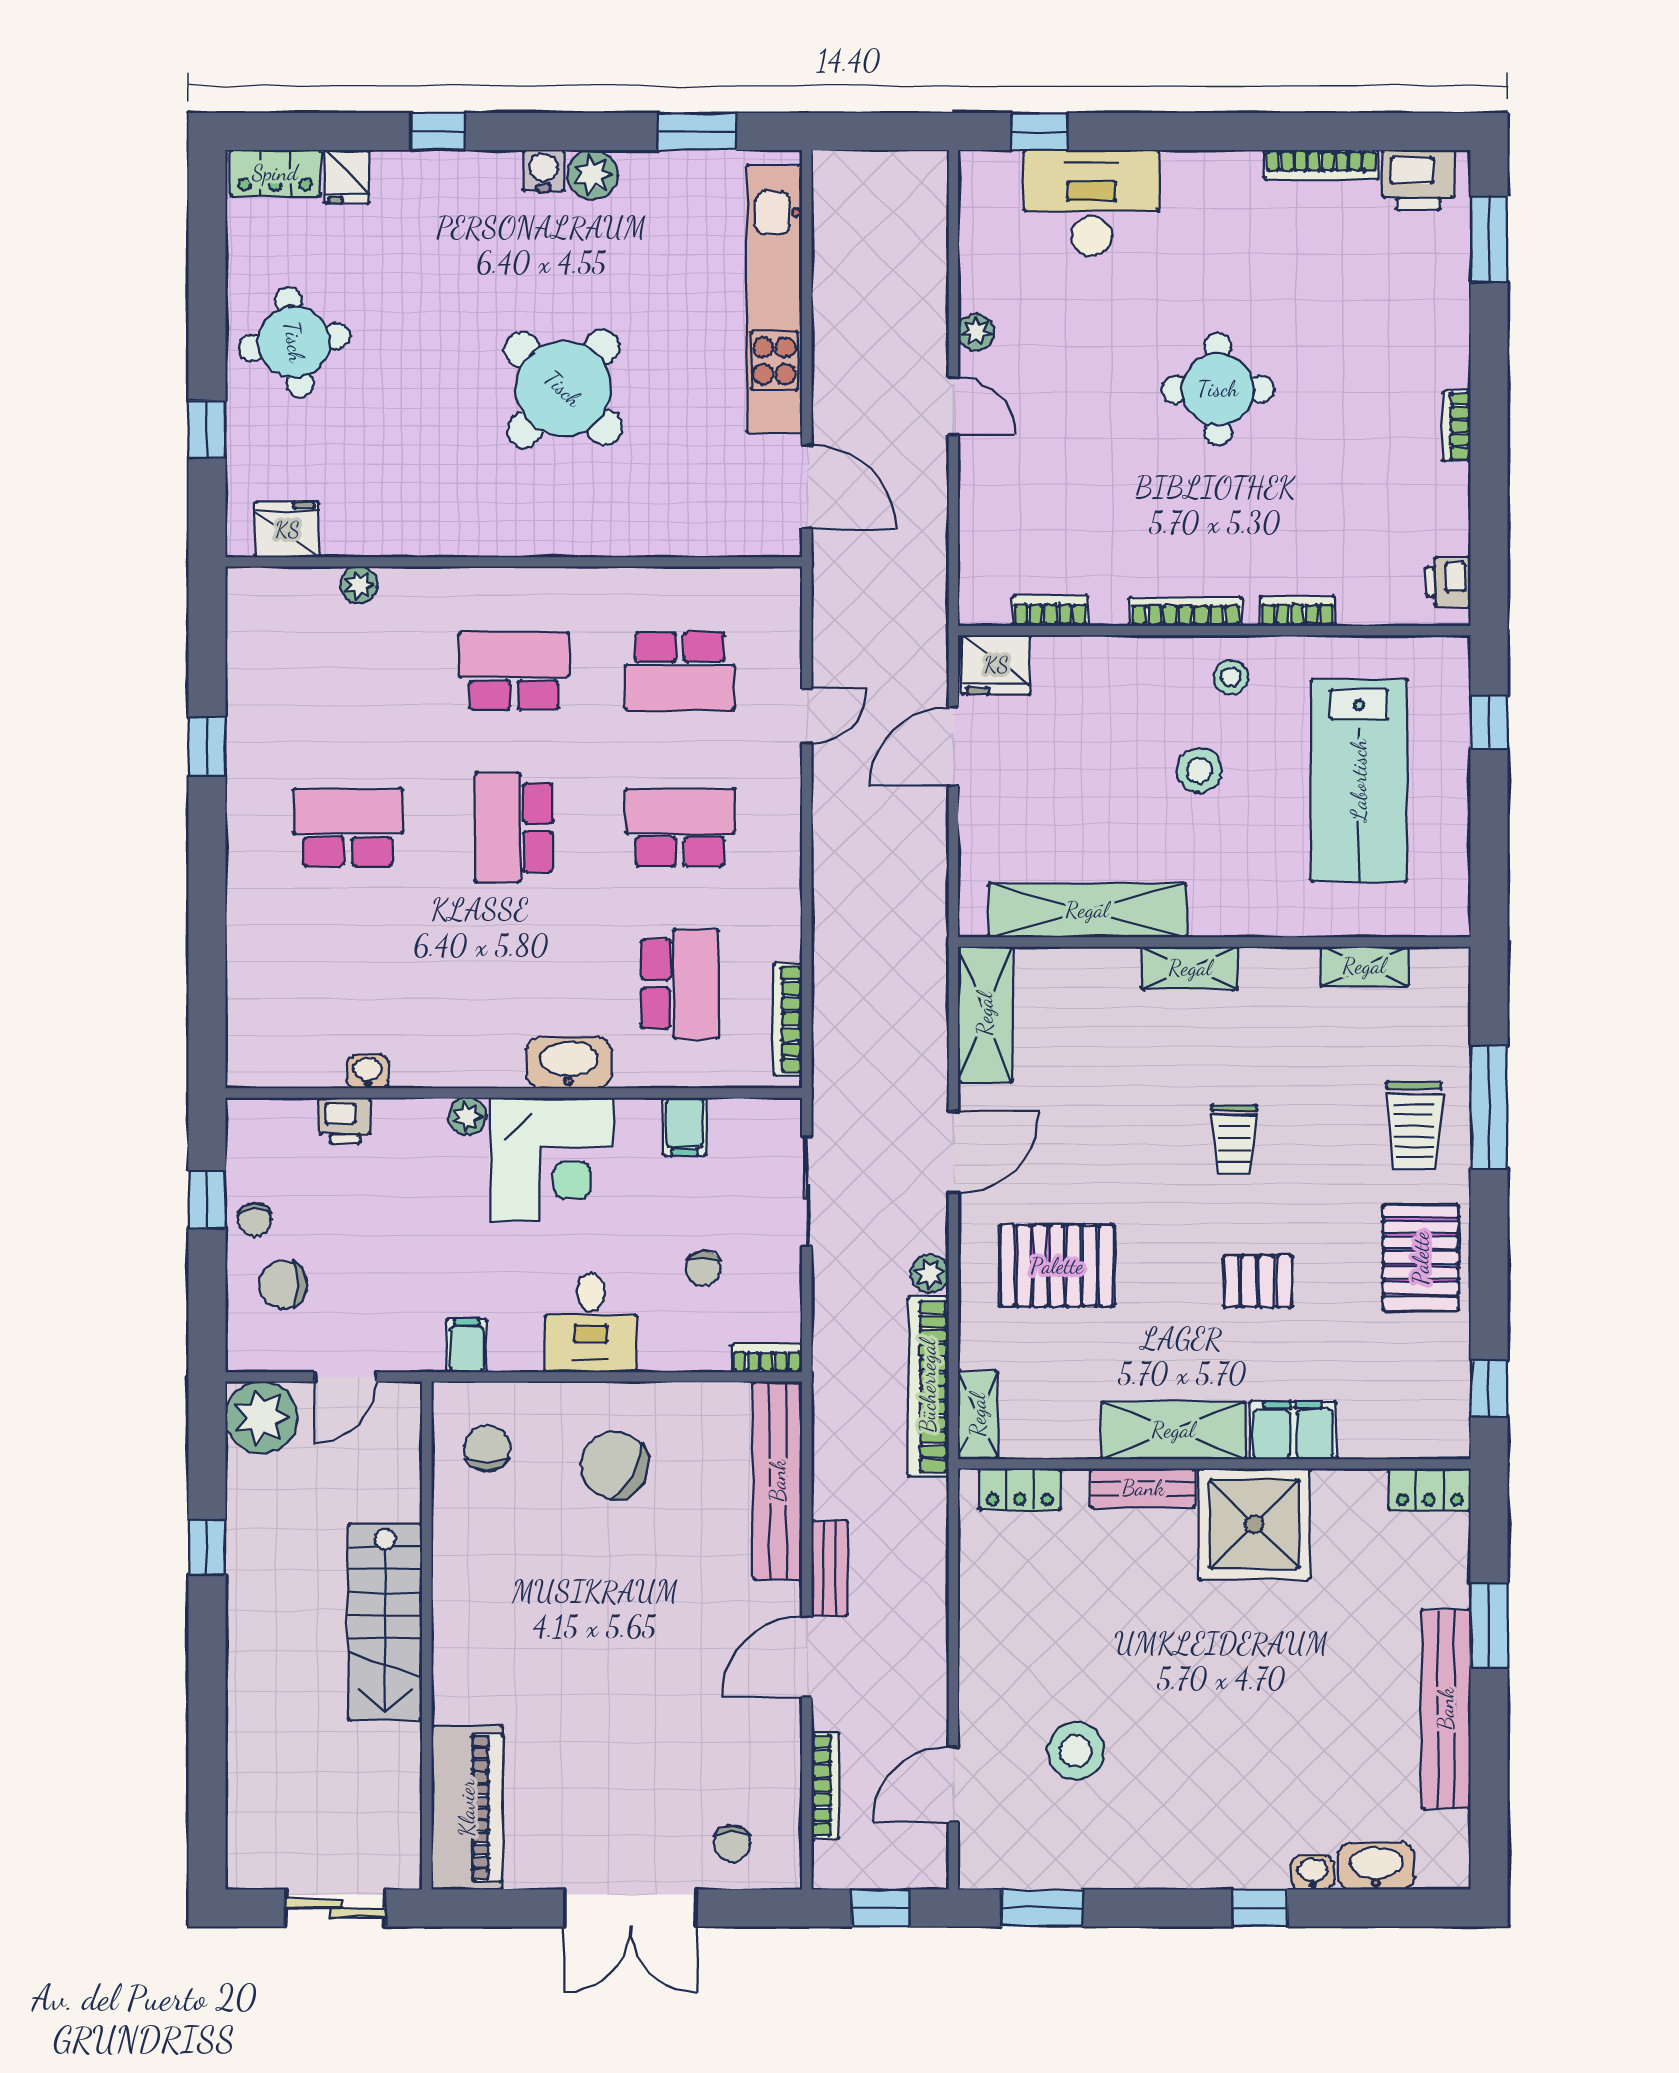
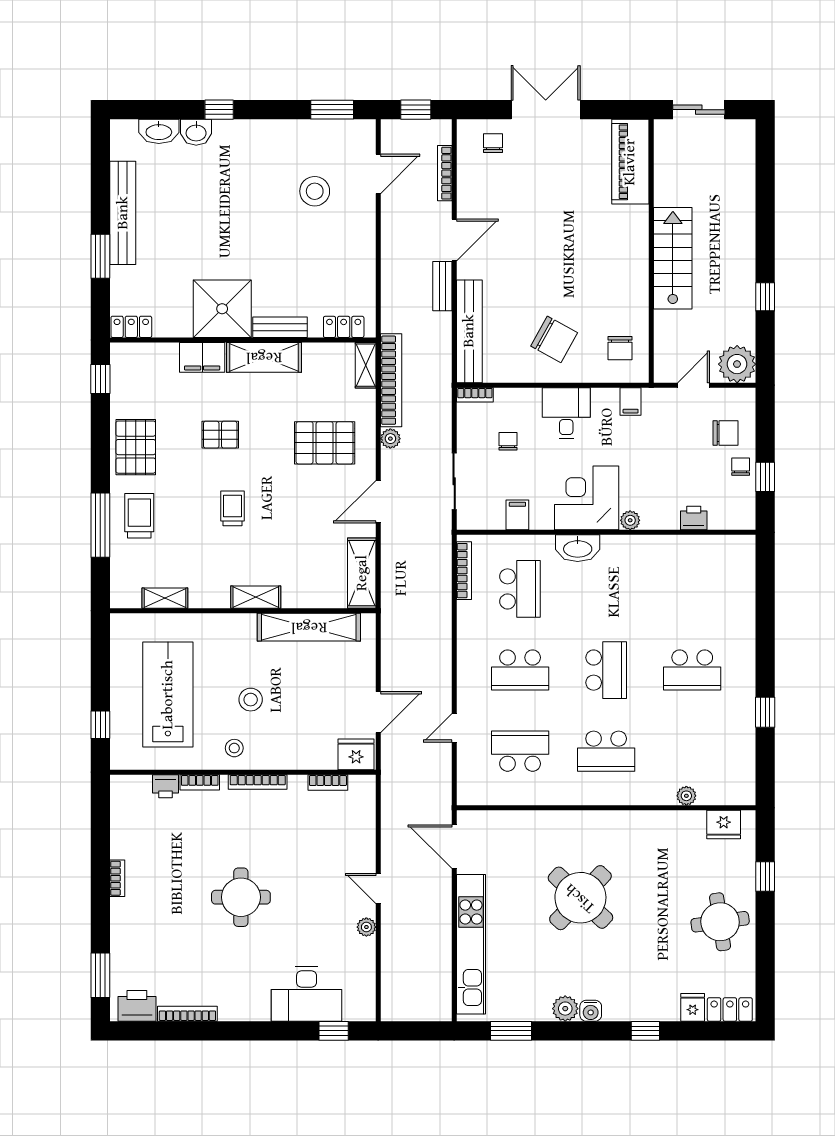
printer: (1448, 582) -> (165, 786), moved, turned 90
school desk: (680, 984) -> (520, 589), turned 180
washbasin: (368, 1072) -> (682, 543), removed
washbasin: (1313, 1872) -> (196, 132), width x1.38, depth x1.45

